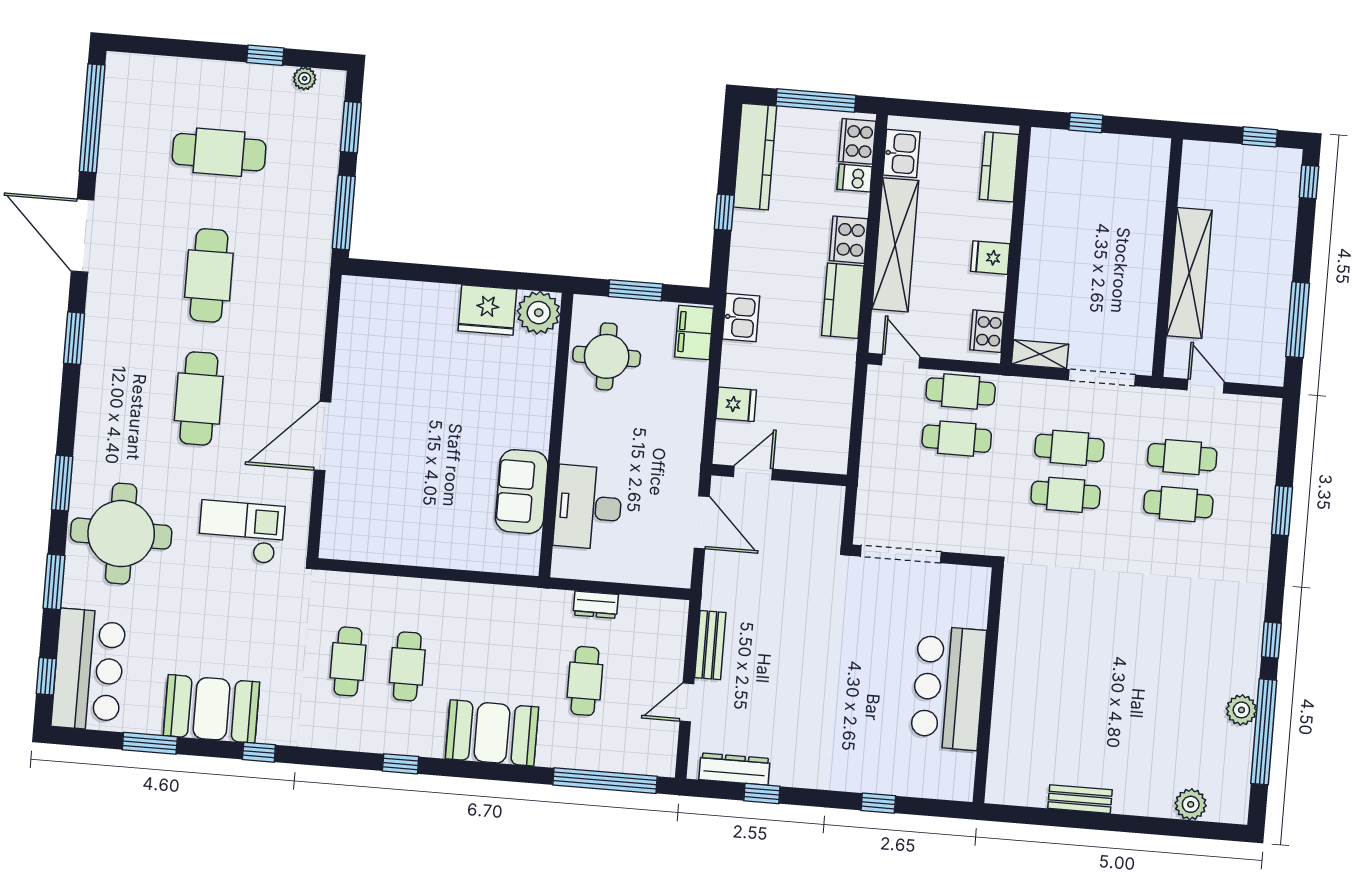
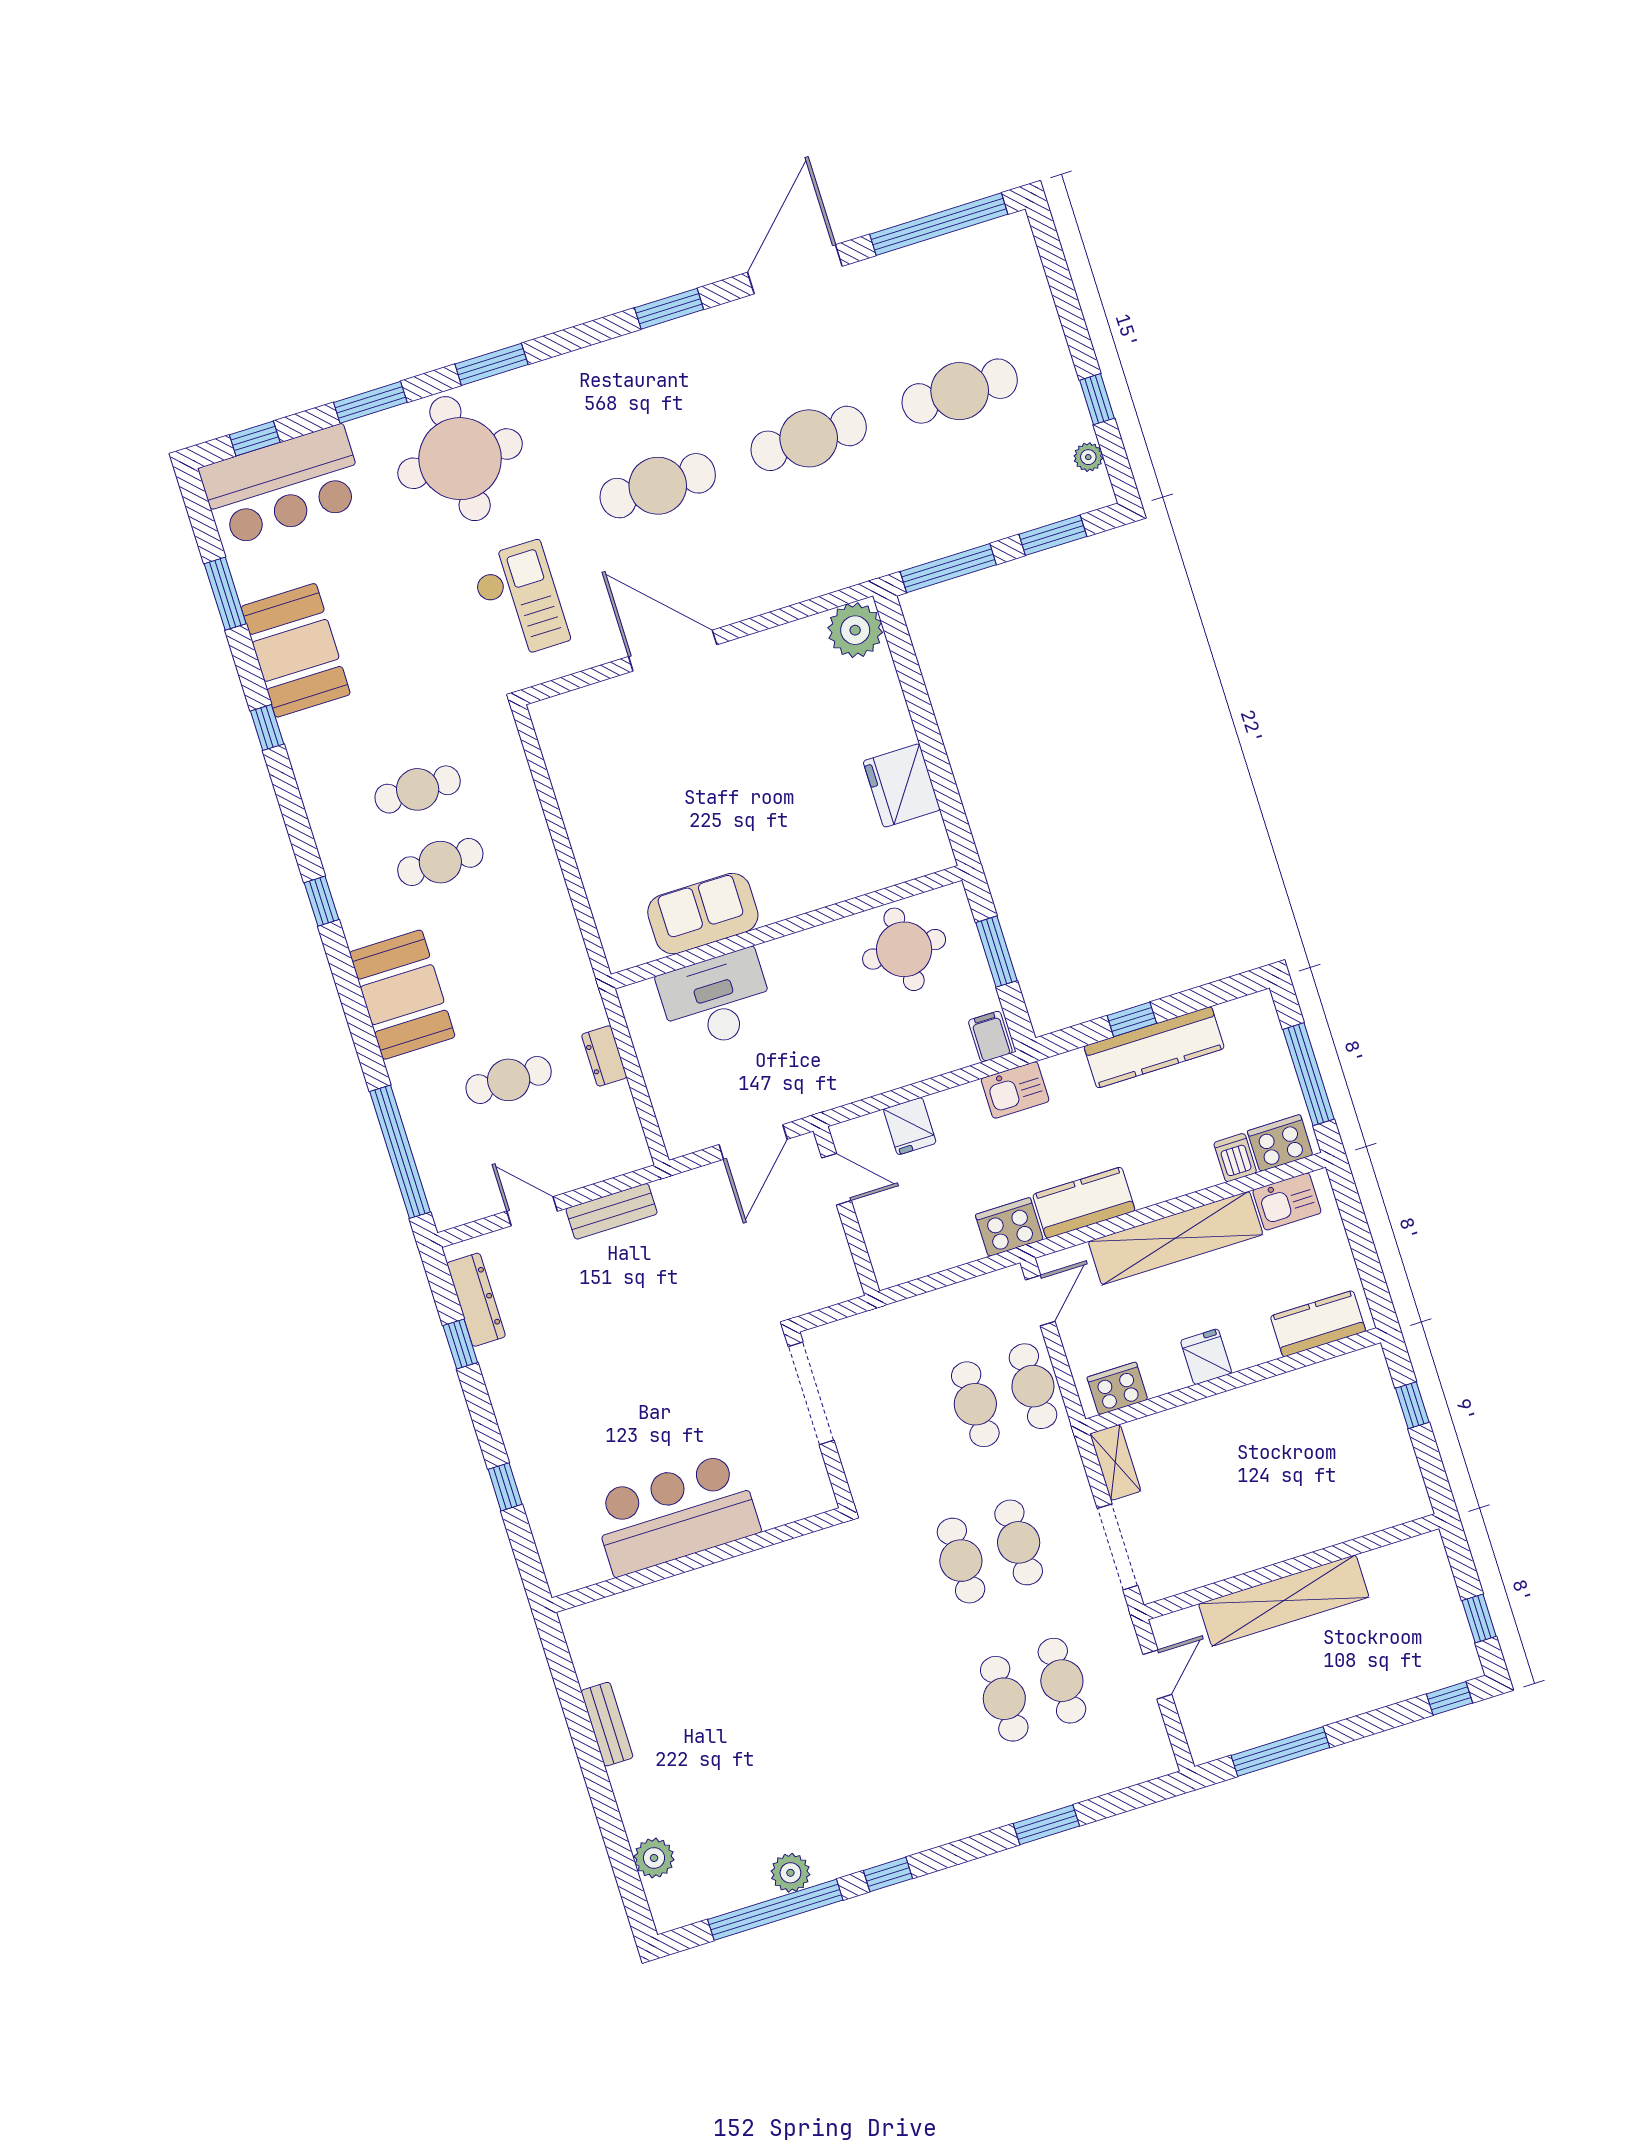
cafe table: (219, 152) -> (960, 391), turned 90
kitchen counter: (755, 157) -> (1154, 1047), moved
cooker: (849, 240) -> (1009, 1227), moved
plant: (539, 313) -> (855, 630), moved
filing cabinet: (694, 333) -> (990, 1037), width x0.50

